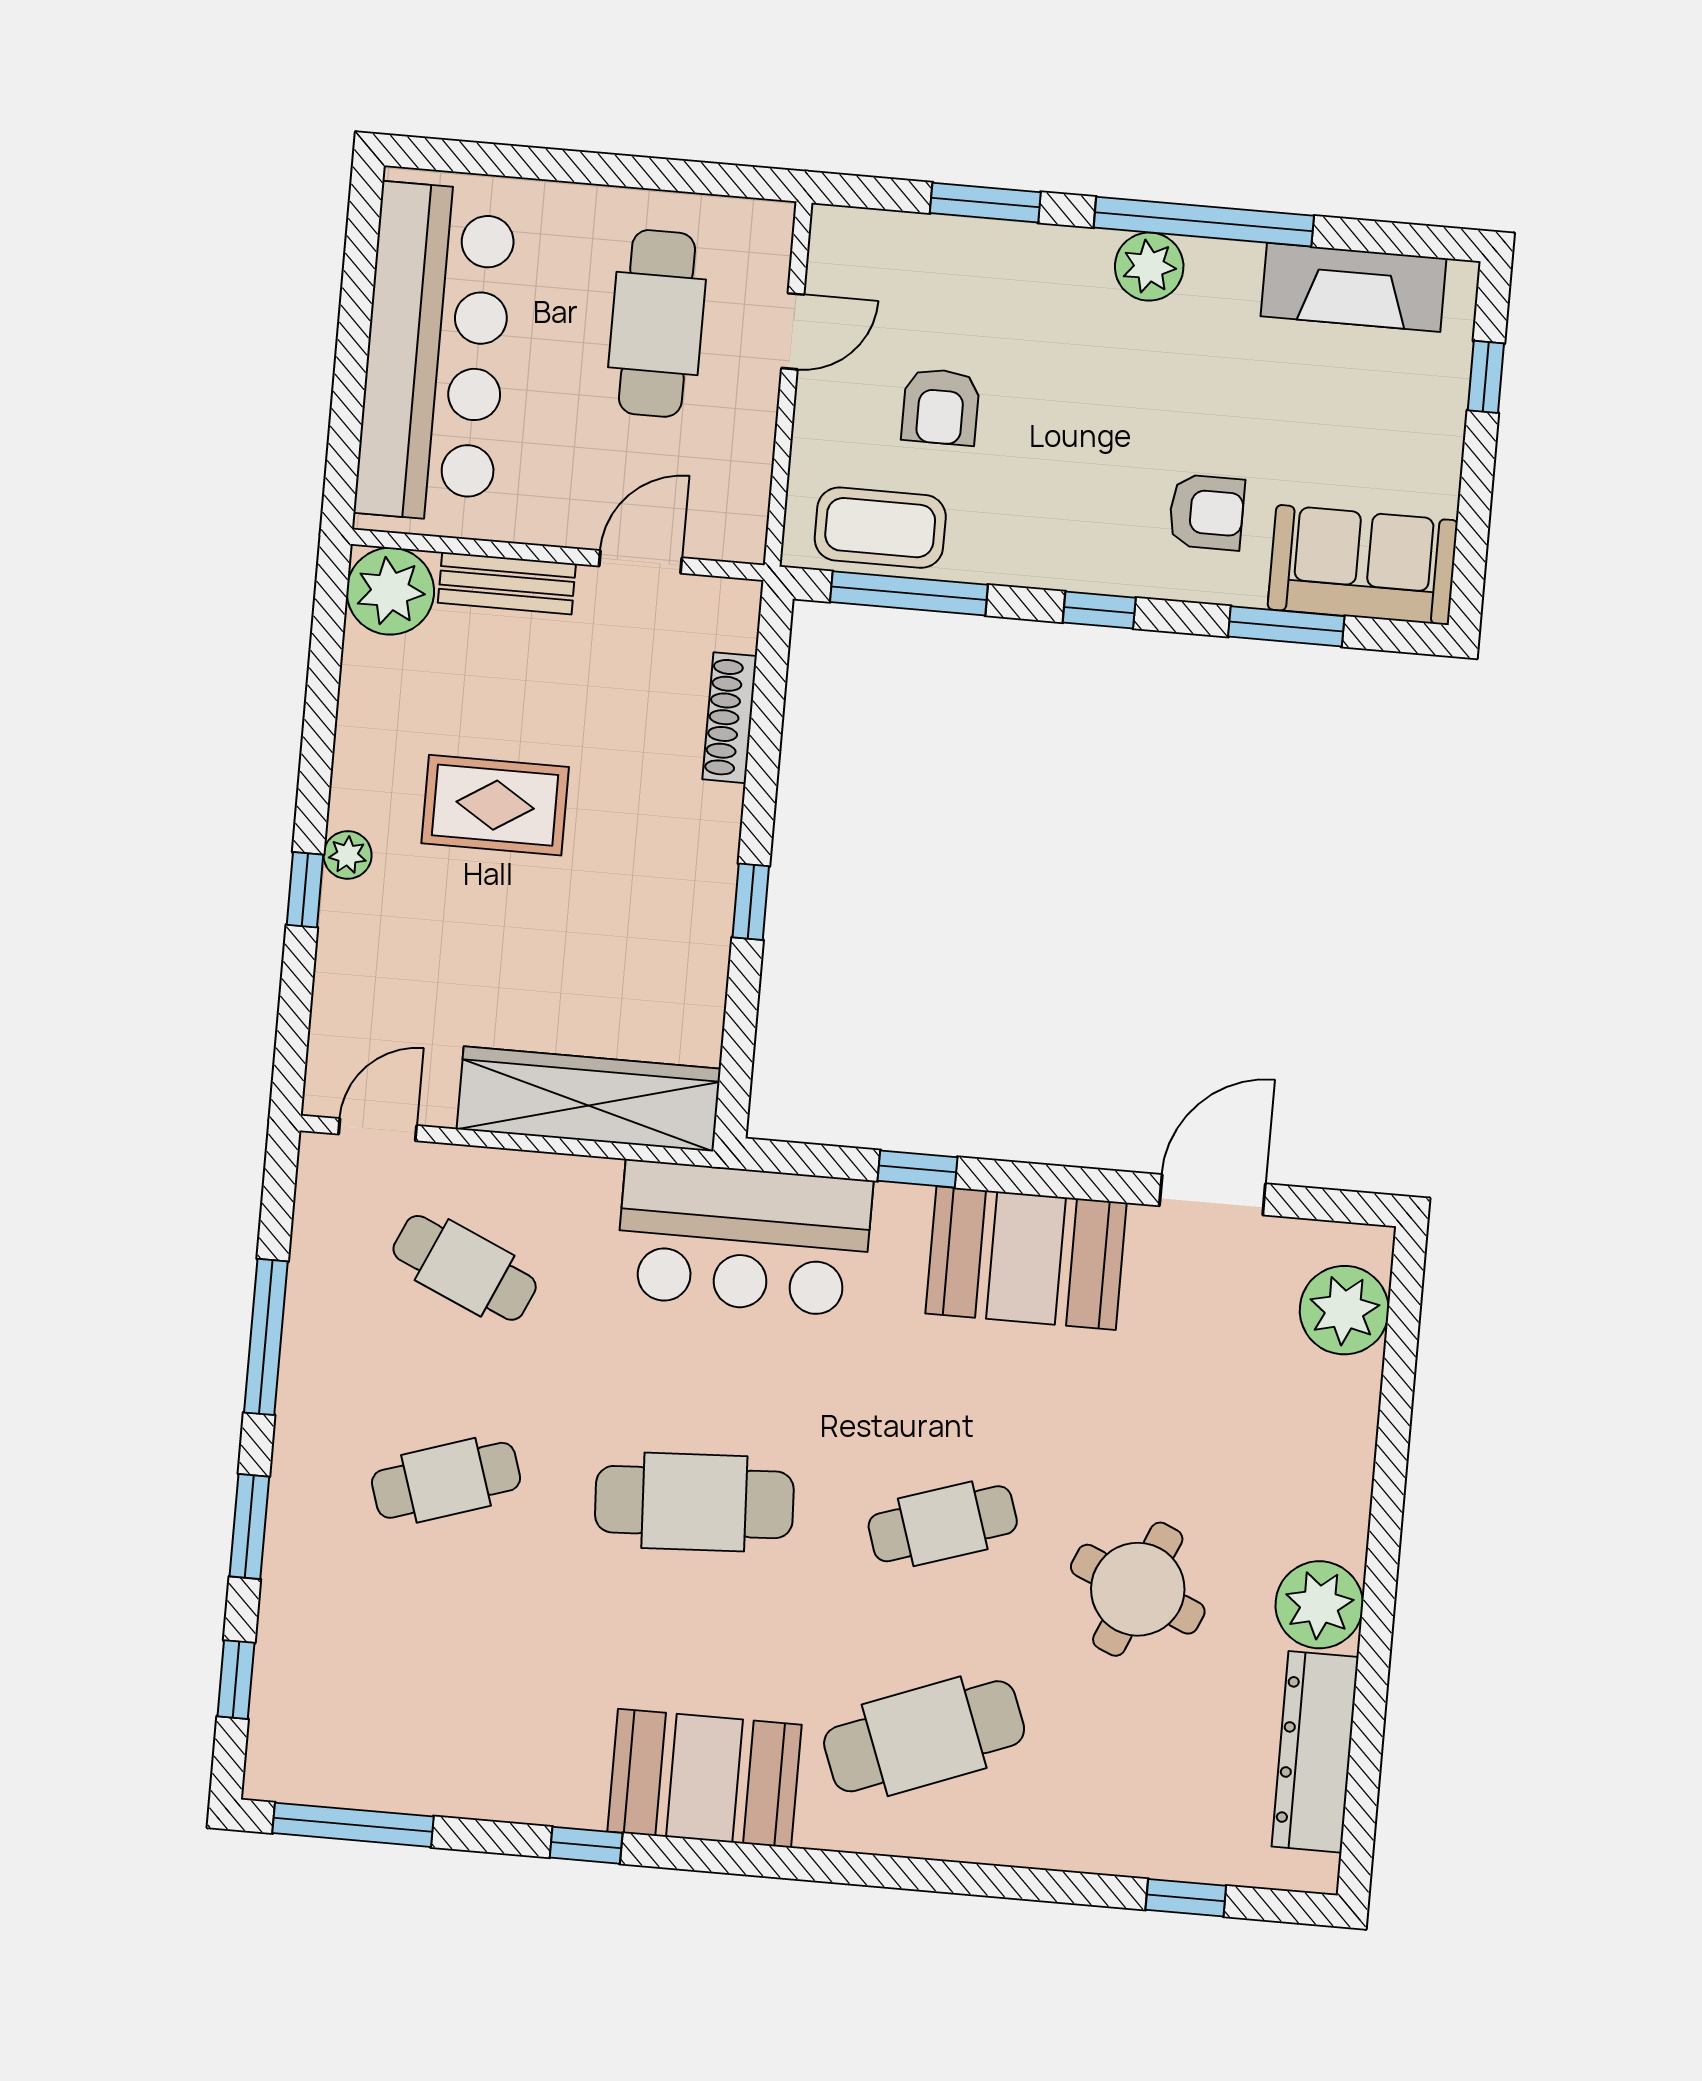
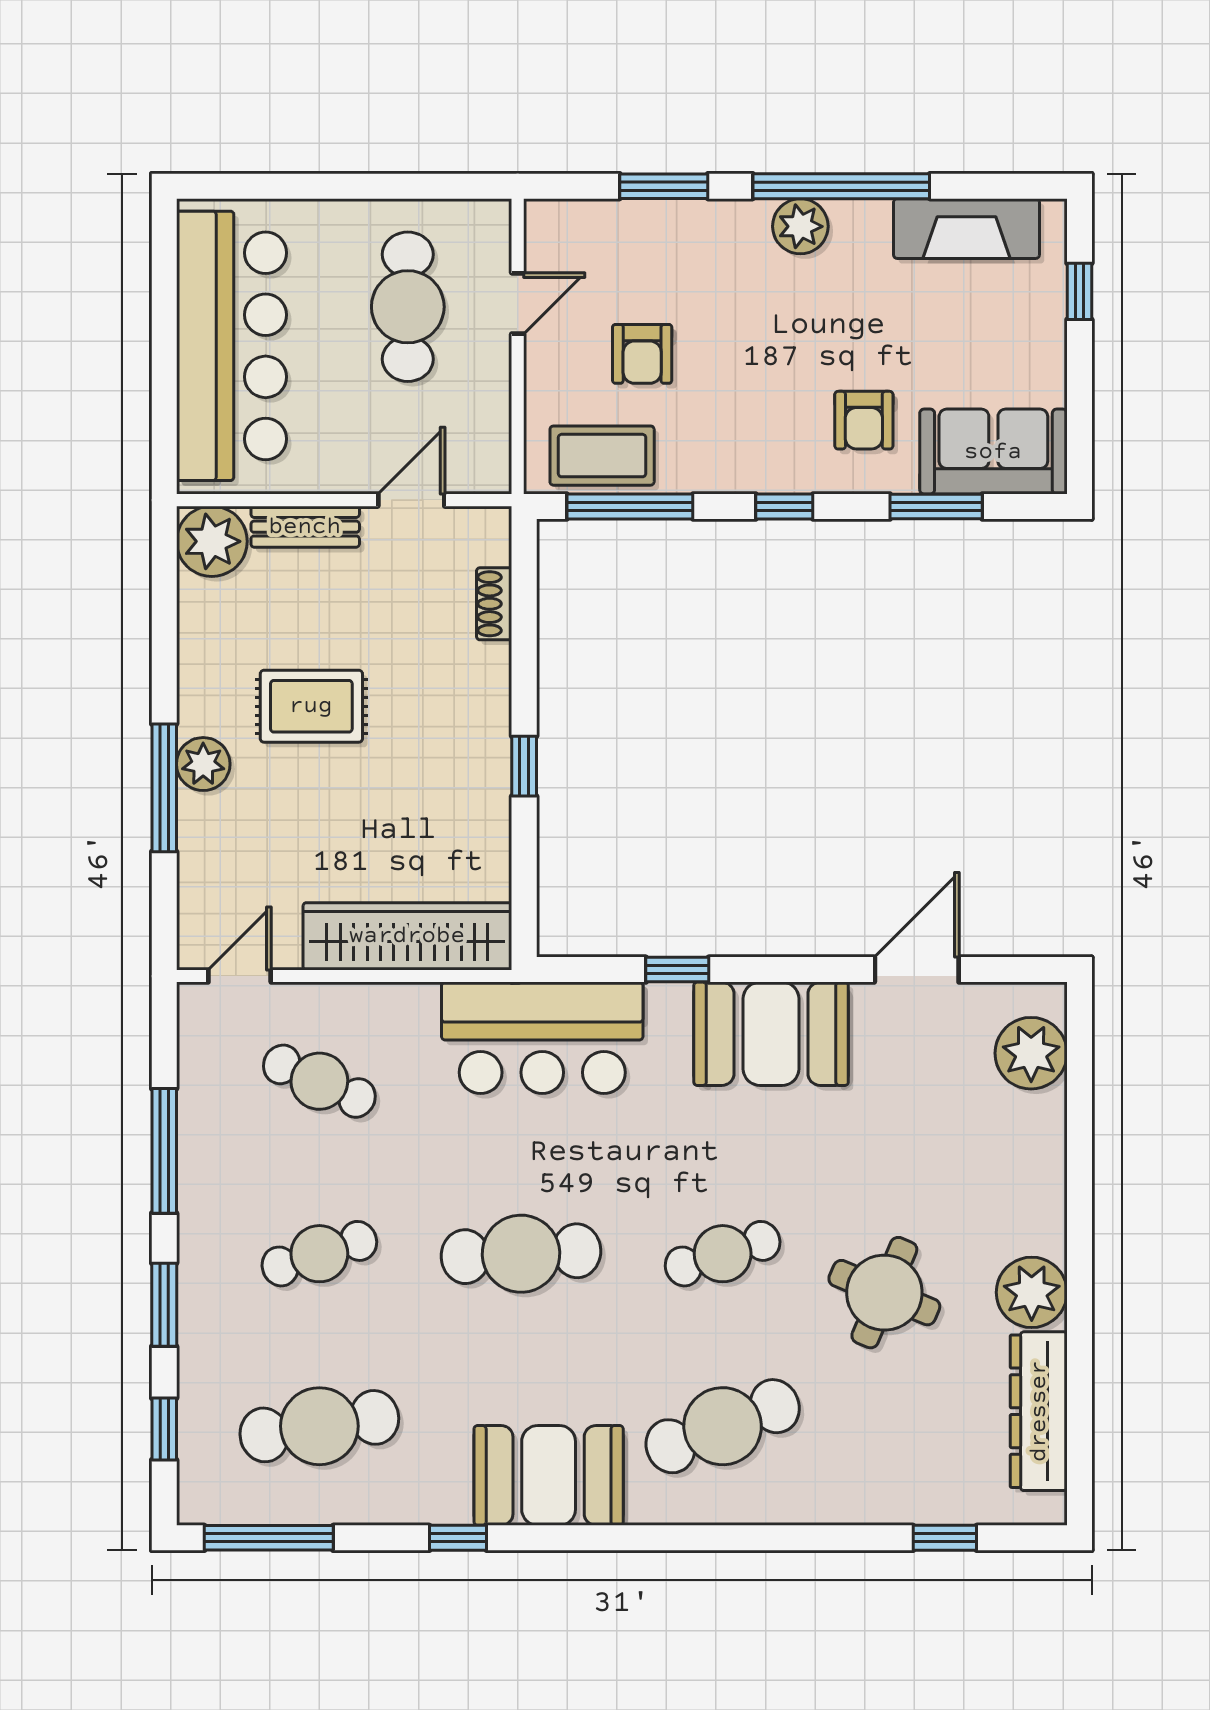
armchair: (1207, 512) -> (864, 420), turned 90
shoe rack: (730, 718) -> (494, 604), width x0.70
plant: (348, 855) -> (203, 764), width x1.38, depth x1.38
window: (305, 890) -> (164, 788), width x2.17
cafe table: (427, 1693) -> (319, 1426), added

